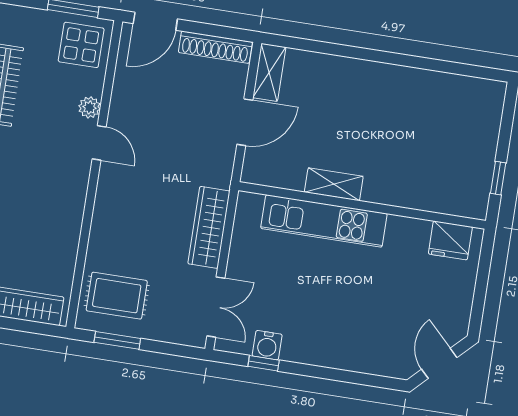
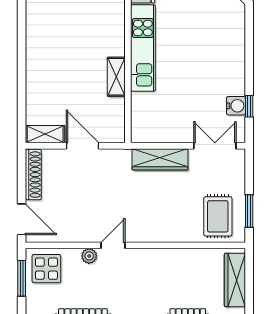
kitchen unit: (324, 221) -> (143, 48), moved

